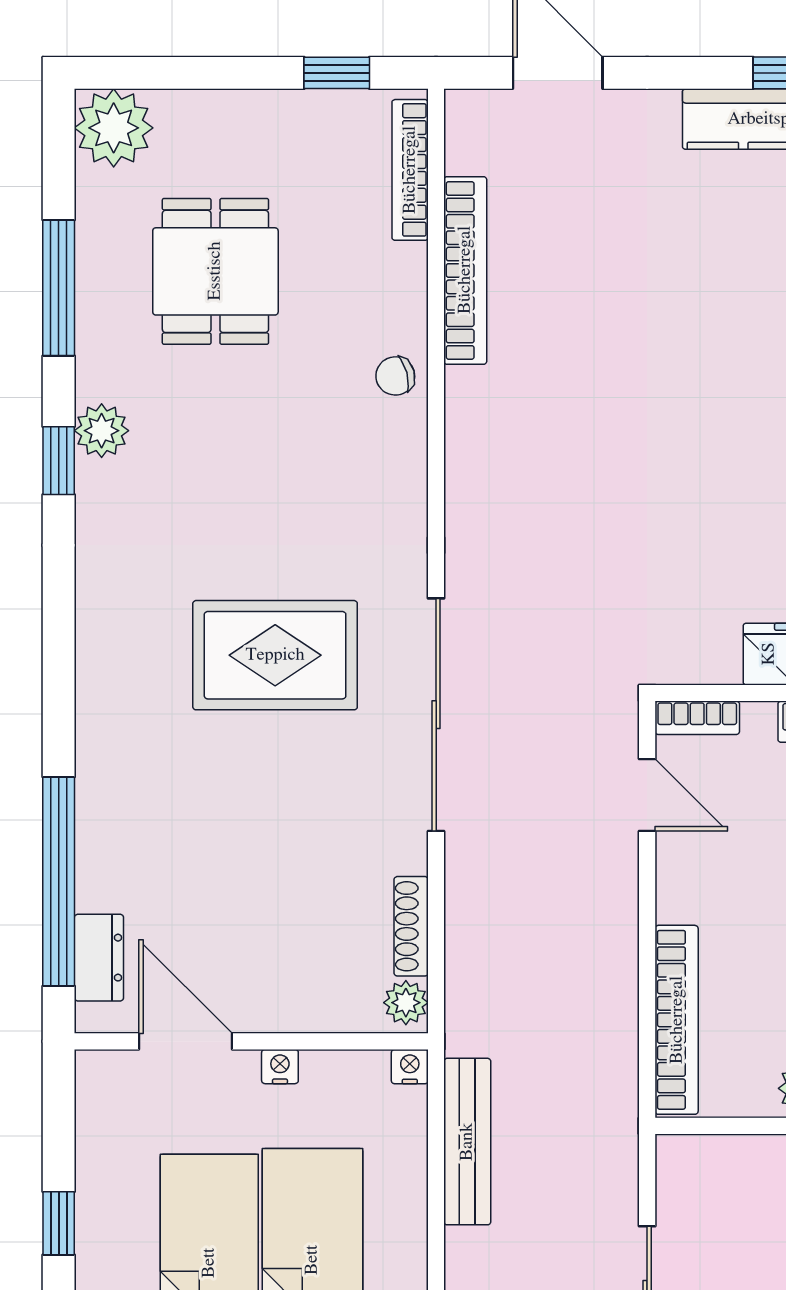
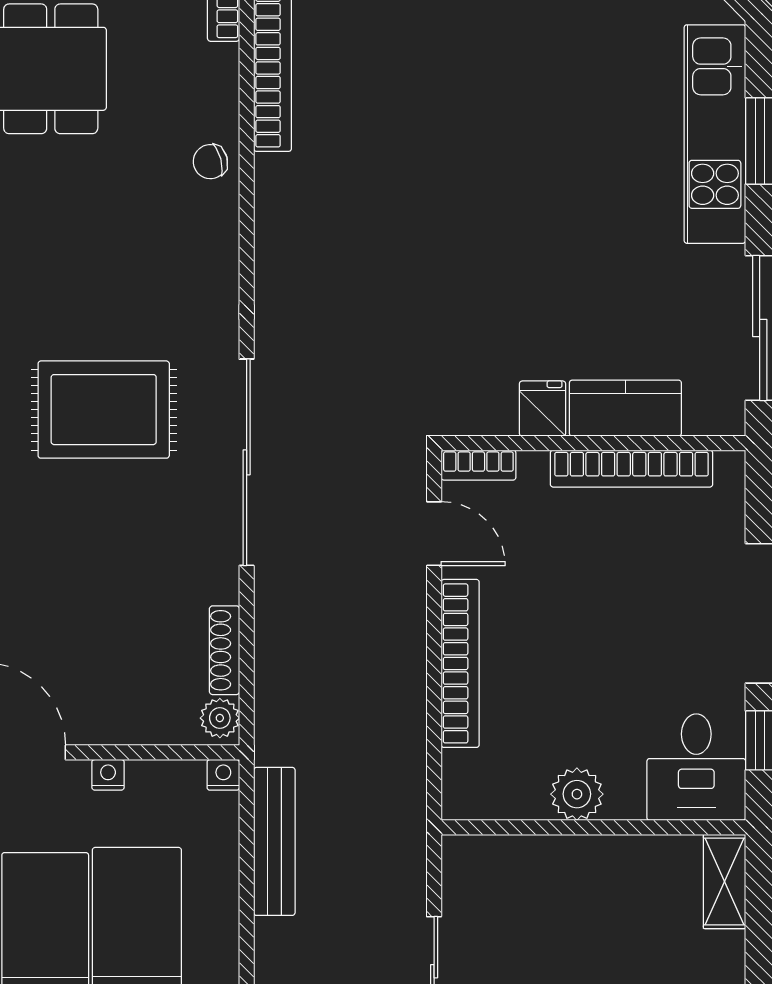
bookcase: (677, 1020) -> (460, 663), moved

